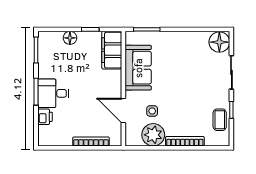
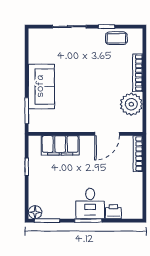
floor lamp: (70, 38) -> (35, 212), moved
floor lamp: (219, 42) -> (39, 39), removed
filing cabinet: (112, 50) -> (60, 145), moved
sofa: (138, 68) -> (41, 86), moved, turned 90
side table: (152, 111) -> (108, 105), removed
bookcase: (91, 141) -> (138, 154), moved

